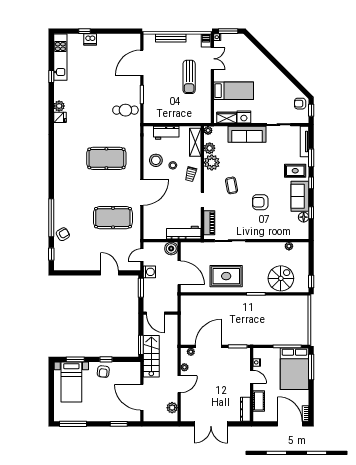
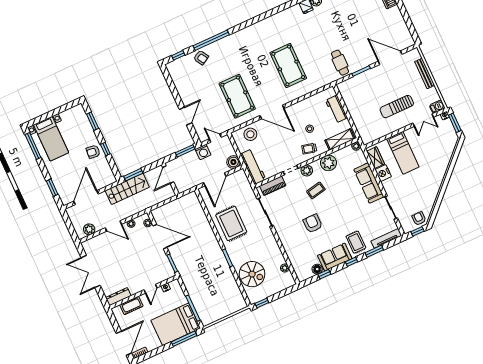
plant: (210, 148) -> (307, 170), moved
stool: (156, 160) -> (250, 134), moved
bed with nightstands: (71, 382) -> (51, 139), moved, turned -90

